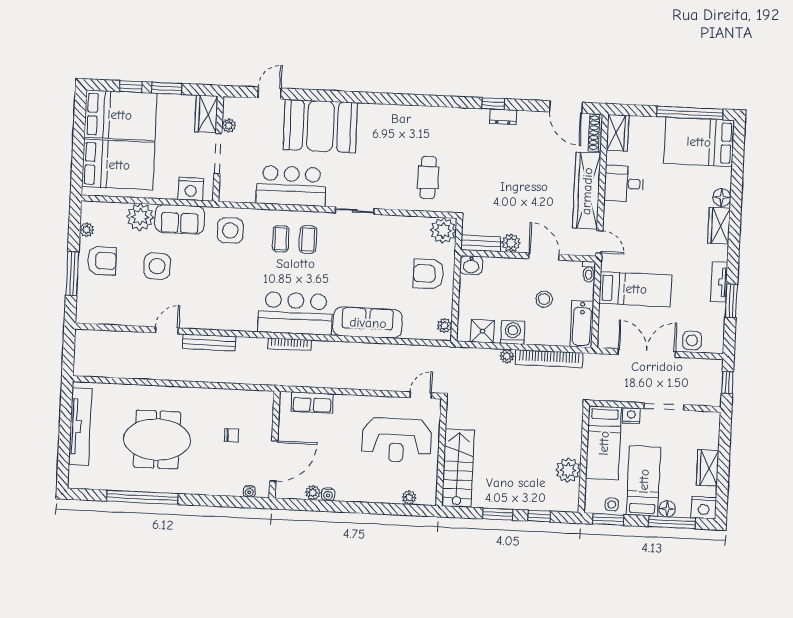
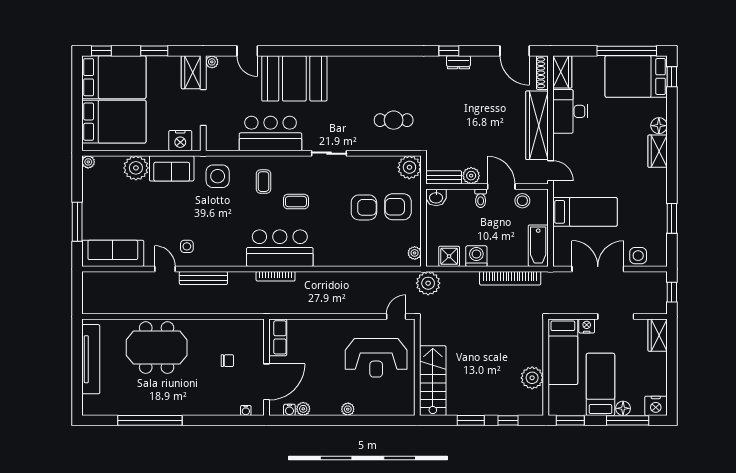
window: (131, 87) -> (101, 51), moved
door: (270, 93) -> (247, 51), swing flipped
plant: (229, 125) -> (212, 62), moved
window: (739, 144) -> (672, 77), added
cafe table: (428, 177) -> (394, 120), turned 90
desk: (624, 184) -> (570, 111), width x1.37
plant: (87, 230) -> (88, 162), moved
coffee table: (308, 239) -> (296, 202), moved, turned 90
armchair: (102, 261) -> (364, 207), moved
side table: (157, 266) -> (187, 246), moved, width x0.54, depth x0.54
toilet: (589, 272) -> (481, 198), moved
tv unit: (719, 282) -> (660, 202), removed
stool: (544, 299) -> (522, 201), moved
sofa: (368, 323) -> (113, 253), moved
door: (167, 330) -> (165, 269), hinge flipped
plant: (507, 356) -> (428, 283), moved, width x1.87, depth x1.87
row of seats: (312, 402) -> (278, 337), moved, turned -90
meeting table: (157, 440) -> (157, 348), moved
wardrobe: (708, 468) -> (658, 335), moved
water cooler: (328, 494) -> (289, 410), moved
plant: (409, 497) -> (348, 409), moved
side table: (612, 505) -> (573, 407), removed

